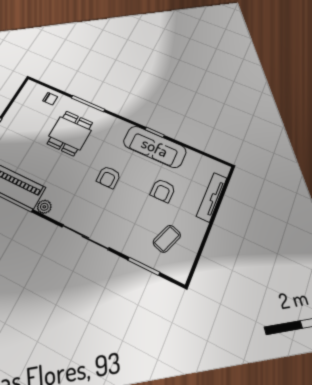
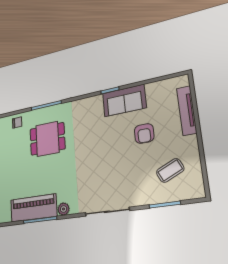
dining table: (70, 133) -> (47, 139), turned 90
sofa: (155, 147) -> (124, 101), width x0.73
armchair: (109, 177) -> (96, 153), removed
coffee table: (167, 239) -> (170, 170), turned 45

